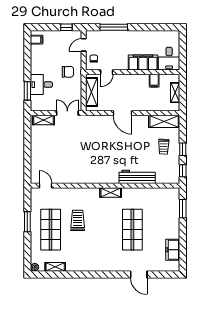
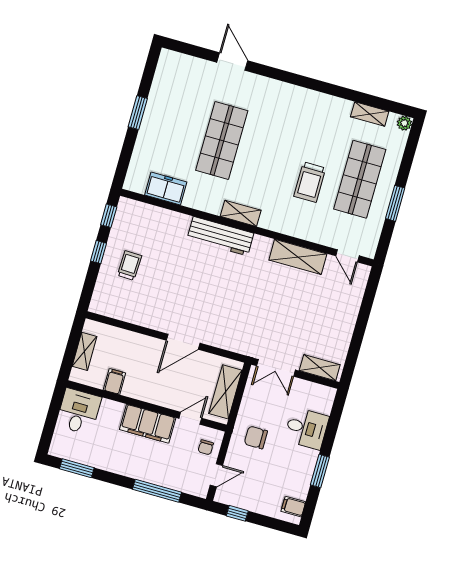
window: (161, 27) -> (77, 468), added
filing cabinet: (143, 63) -> (148, 424), moved
window: (27, 91) -> (320, 471), moved
door: (123, 113) -> (183, 342), swing flipped
shelving: (164, 121) -> (298, 257), moved
workbench: (137, 177) -> (220, 236), moved
window: (183, 209) -> (138, 113), moved
freezer: (173, 250) -> (166, 188), moved, turned -90

